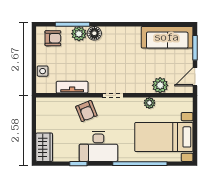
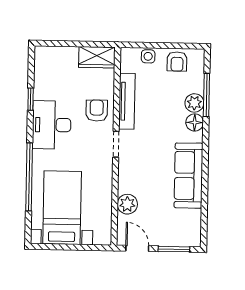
sofa: (167, 37) -> (189, 176), moved
armchair: (53, 38) -> (177, 61), moved
tv unit: (72, 87) -> (127, 101), width x1.41
plant: (149, 103) -> (105, 190), removed
armchair: (86, 111) -> (97, 111), turned 112
wardrobe: (44, 147) -> (97, 57), moved

